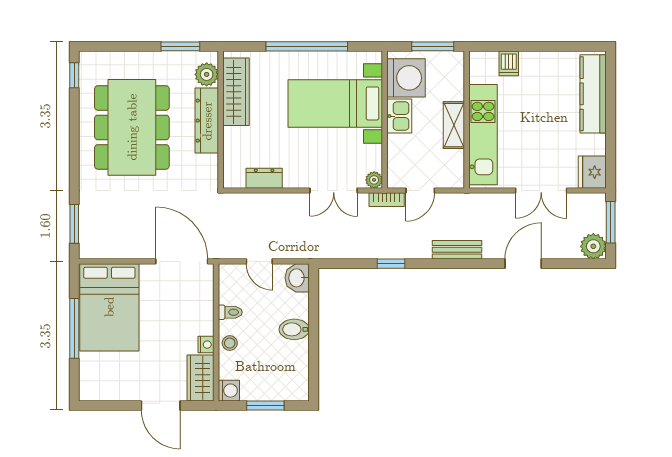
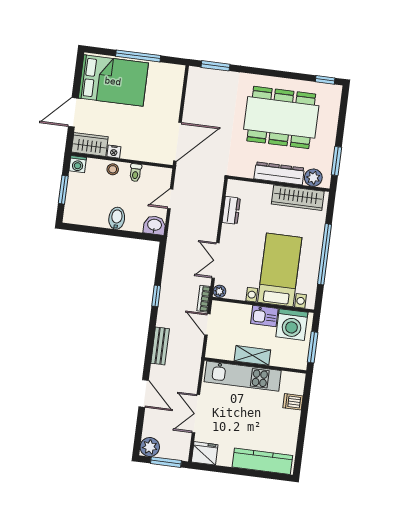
bed: (109, 307) -> (113, 81), moved, turned 180

